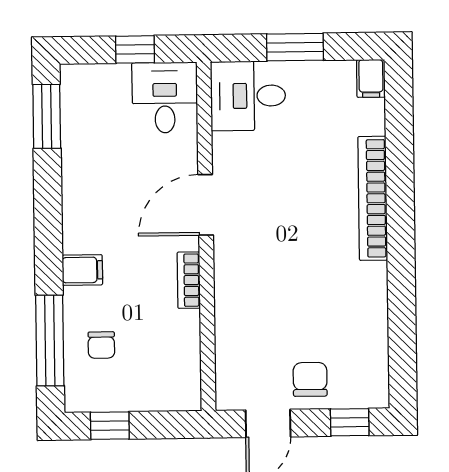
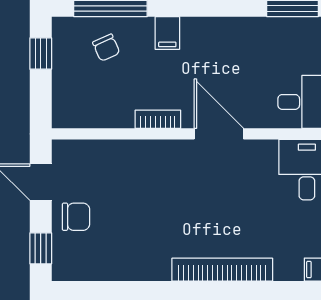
chair: (101, 345) -> (106, 48), turned -114

